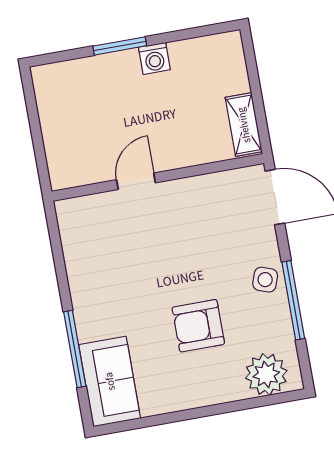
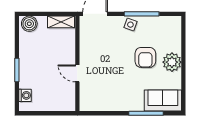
boiler: (227, 55) -> (29, 24), added
washing machine: (154, 58) -> (25, 95), moved
plant: (266, 374) -> (172, 62), moved

